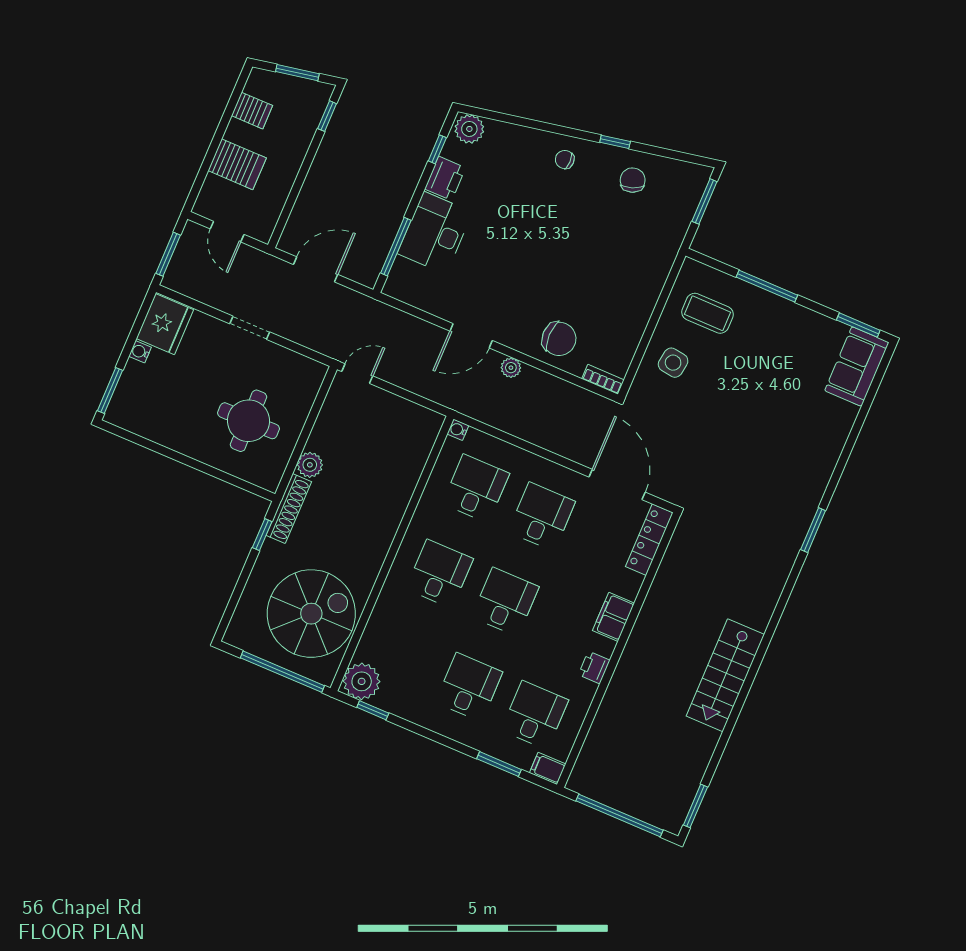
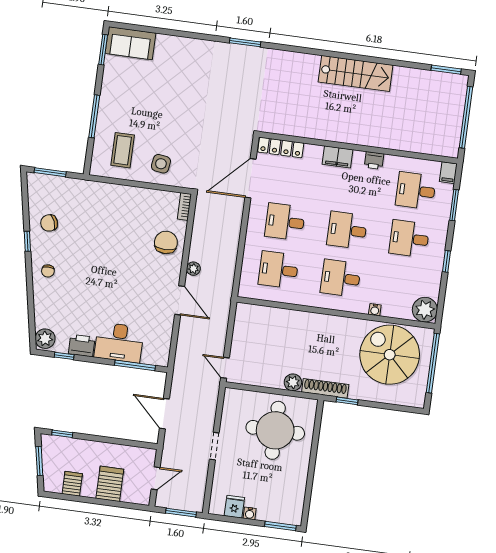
fridge: (165, 324) -> (234, 507), width x0.53, depth x0.75
round table: (248, 421) -> (275, 430), width x1.36, depth x1.36
water cooler: (458, 430) -> (375, 310), moved
window: (373, 710) -> (447, 261), moved

